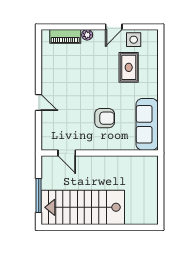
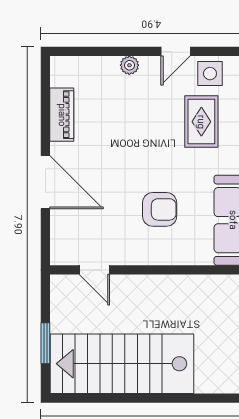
piano: (65, 36) -> (62, 115), moved, turned -90
door: (39, 103) -> (45, 182), width x1.88
window: (39, 195) -> (45, 343), width x0.69

